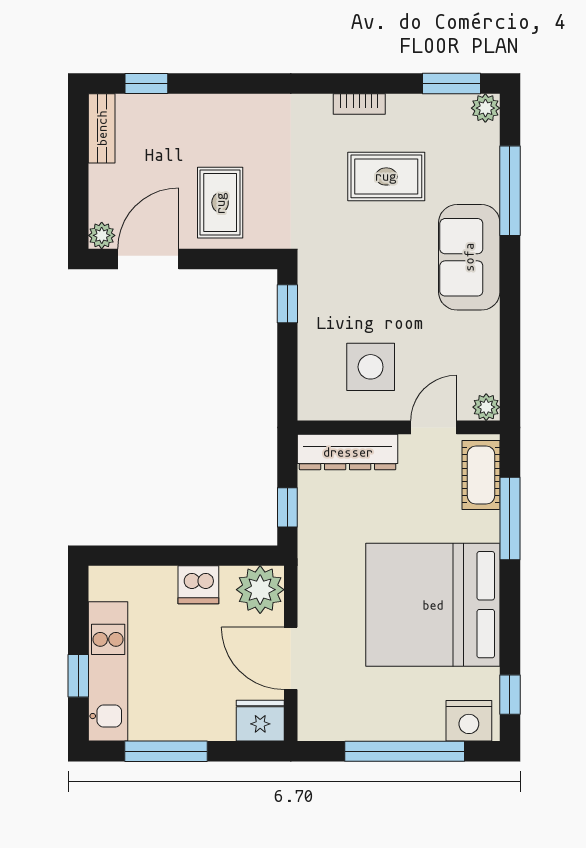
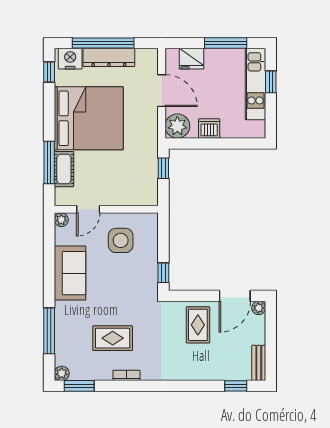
sofa: (469, 257) -> (70, 273), moved
dresser: (348, 452) -> (109, 57), moved, turned 180
cot: (481, 475) -> (64, 169), moved
fridge: (260, 721) -> (191, 59), moved

